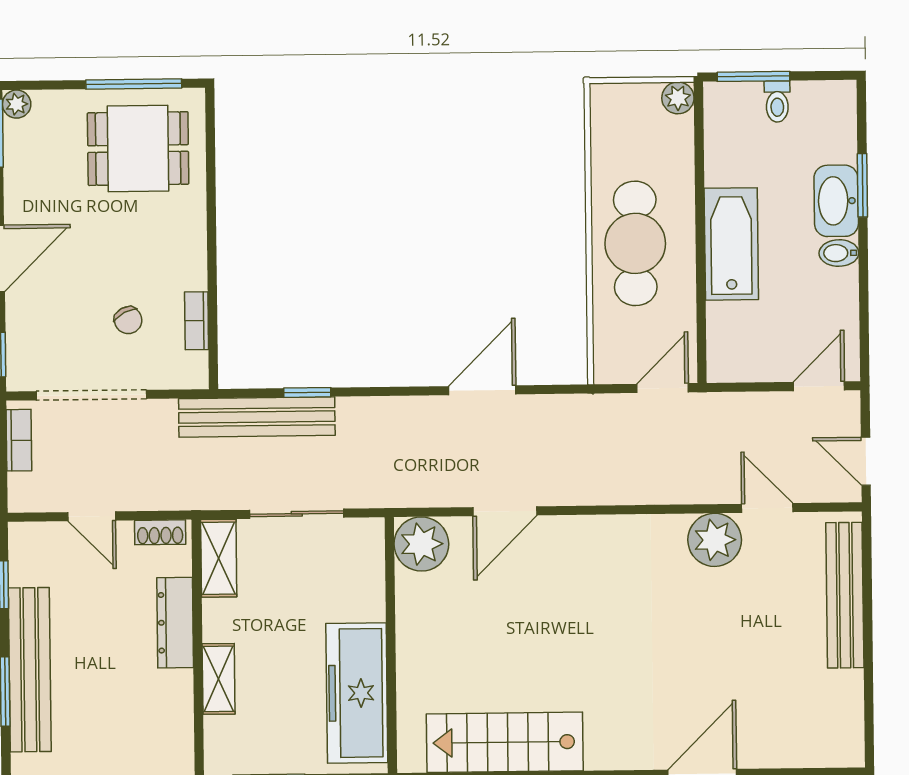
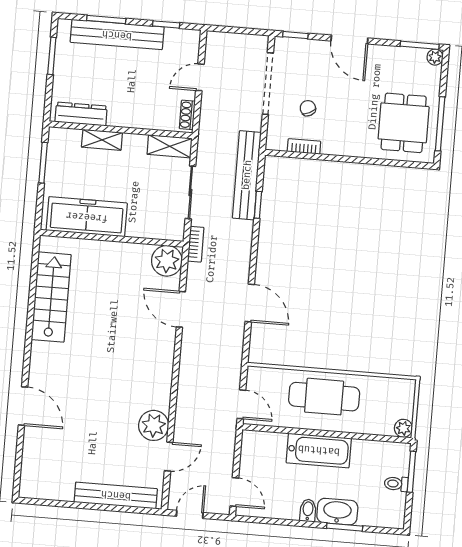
chair: (128, 320) -> (308, 108), turned 91
bookcase: (19, 440) -> (196, 244), moved, turned -90
dresser: (175, 623) -> (81, 114), moved

